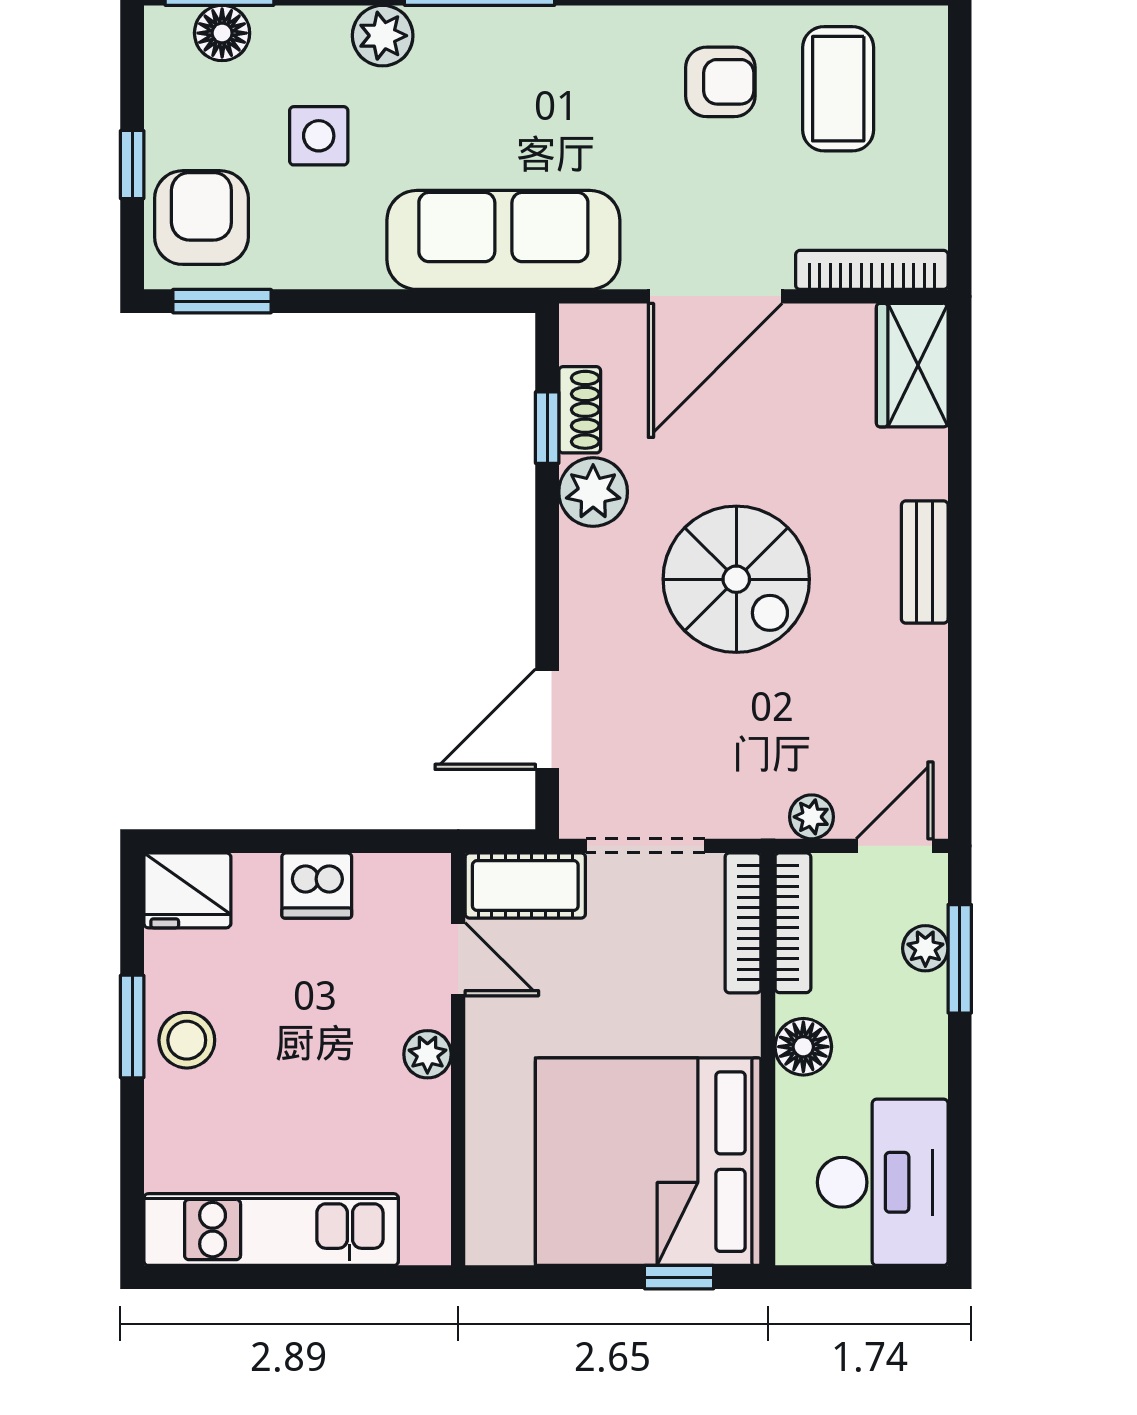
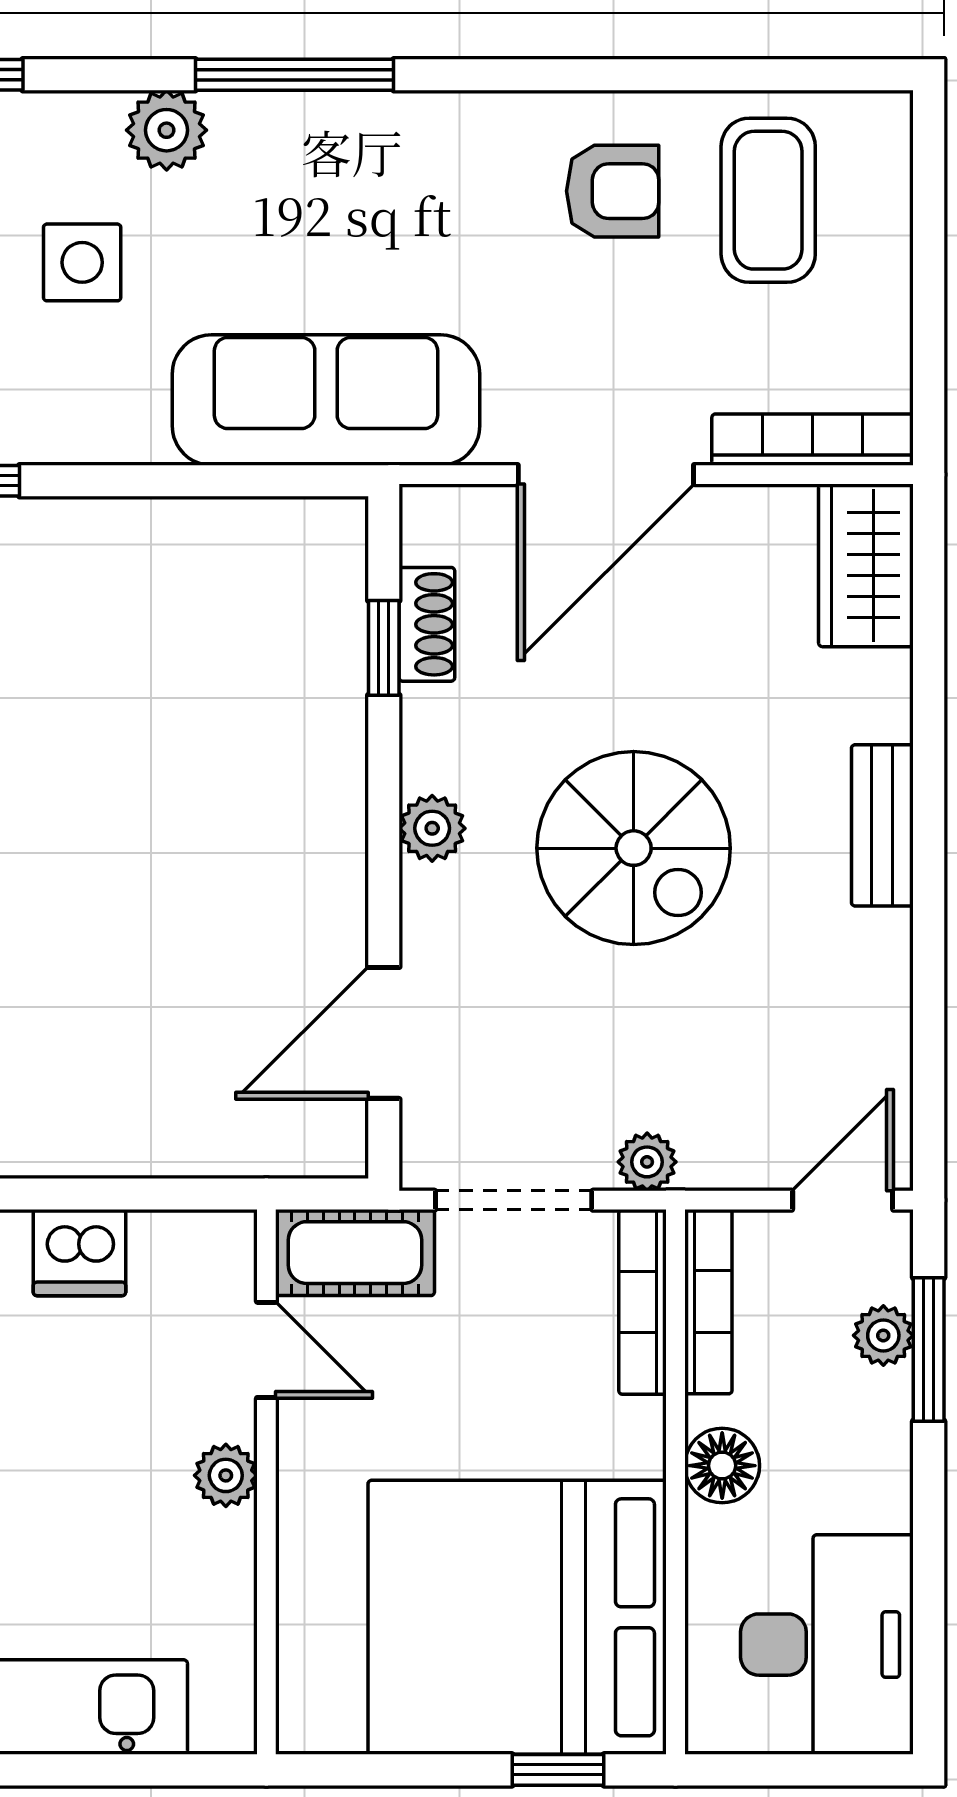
plant: (593, 492) -> (432, 828), moved, width x0.73, depth x0.73
plant: (812, 817) -> (647, 1162), moved

